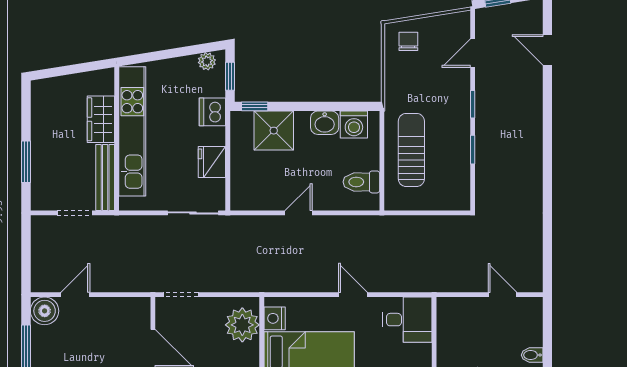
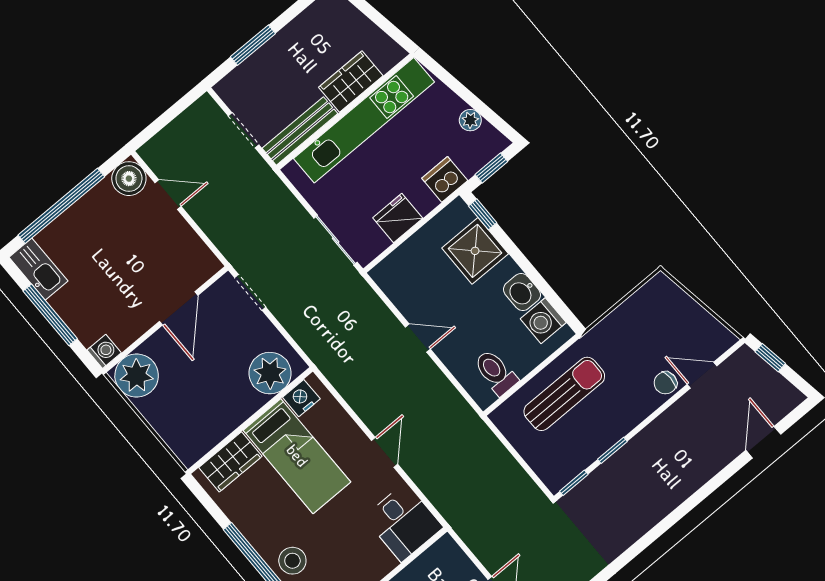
chair: (408, 41) -> (665, 383), moved, turned 180
plant: (207, 61) -> (470, 120), moved
window: (473, 104) -> (574, 483), moved

